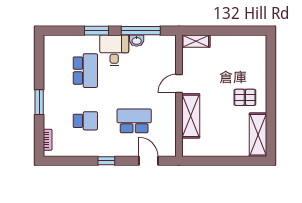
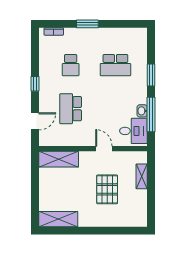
shelving: (196, 41) -> (142, 176), moved
desk: (114, 50) -> (133, 131), moved
pallet: (245, 97) -> (107, 189), moved, width x1.50, depth x1.42
shelving: (191, 116) -> (59, 159), moved
school desk: (134, 121) -> (71, 109), turned 180

